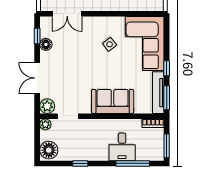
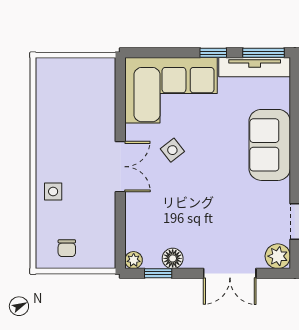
double door: (67, 14) -> (120, 167), moved
plant: (45, 21) -> (134, 260), added

